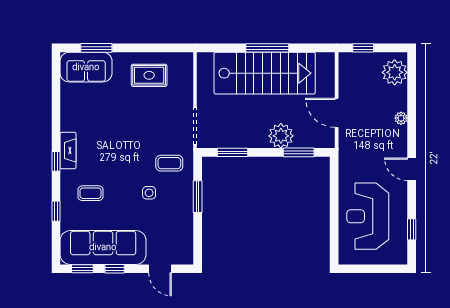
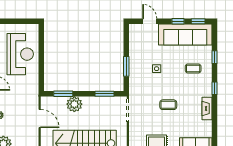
fireplace: (68, 150) -> (207, 109), moved
coffee table: (169, 163) -> (168, 105), moved

